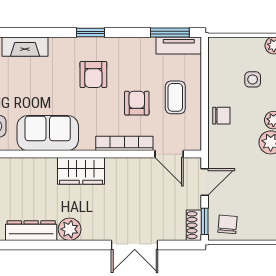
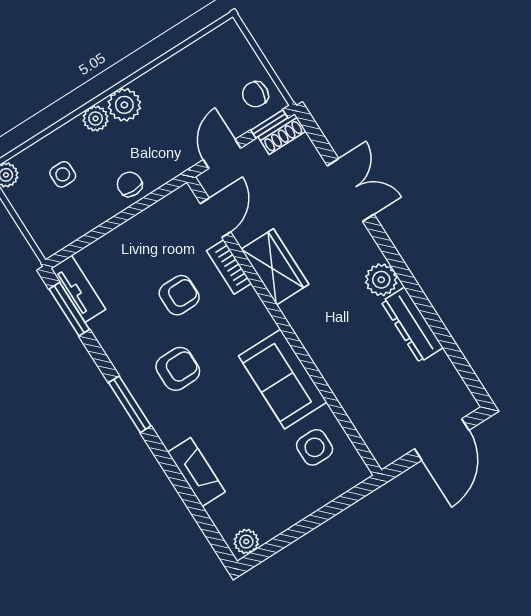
window: (90, 32) -> (130, 404), width x1.50
coffee table: (175, 97) -> (143, 253), removed
armchair: (137, 103) -> (179, 295), turned 180
bookcase: (124, 143) -> (229, 267), width x0.64
wardrobe: (81, 171) -> (275, 267), moved
door: (205, 182) -> (222, 154), hinge flipped

